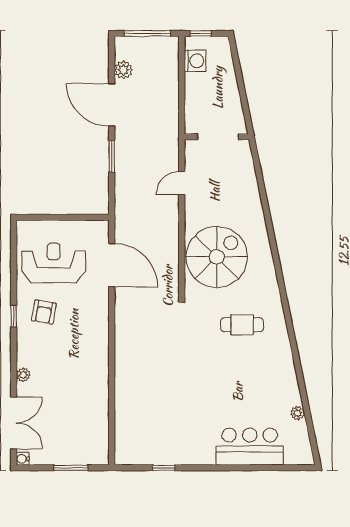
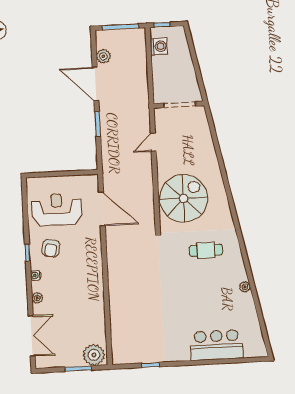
plant: (298, 413) -> (245, 287), moved
plant: (92, 451) -> (94, 355), added
water cooler: (23, 459) -> (36, 275), moved

